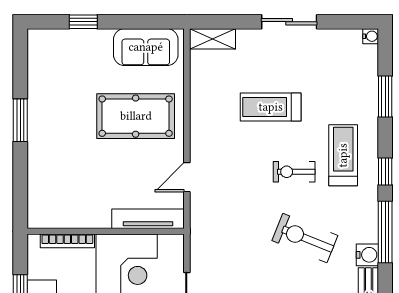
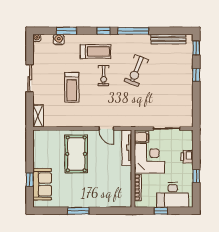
sofa: (146, 47) -> (42, 184), moved
treadmill: (343, 155) -> (95, 52), turned 180
filing cabinet: (170, 248) -> (141, 137), added
water cooler: (367, 255) -> (59, 40), moved

